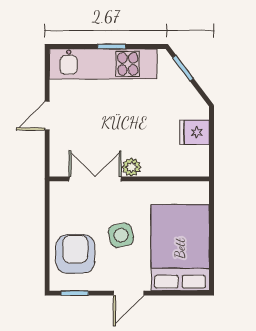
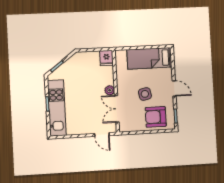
door: (47, 116) -> (102, 135), moved
fridge: (194, 132) -> (106, 58), moved
bed: (180, 248) -> (149, 58), width x0.67

